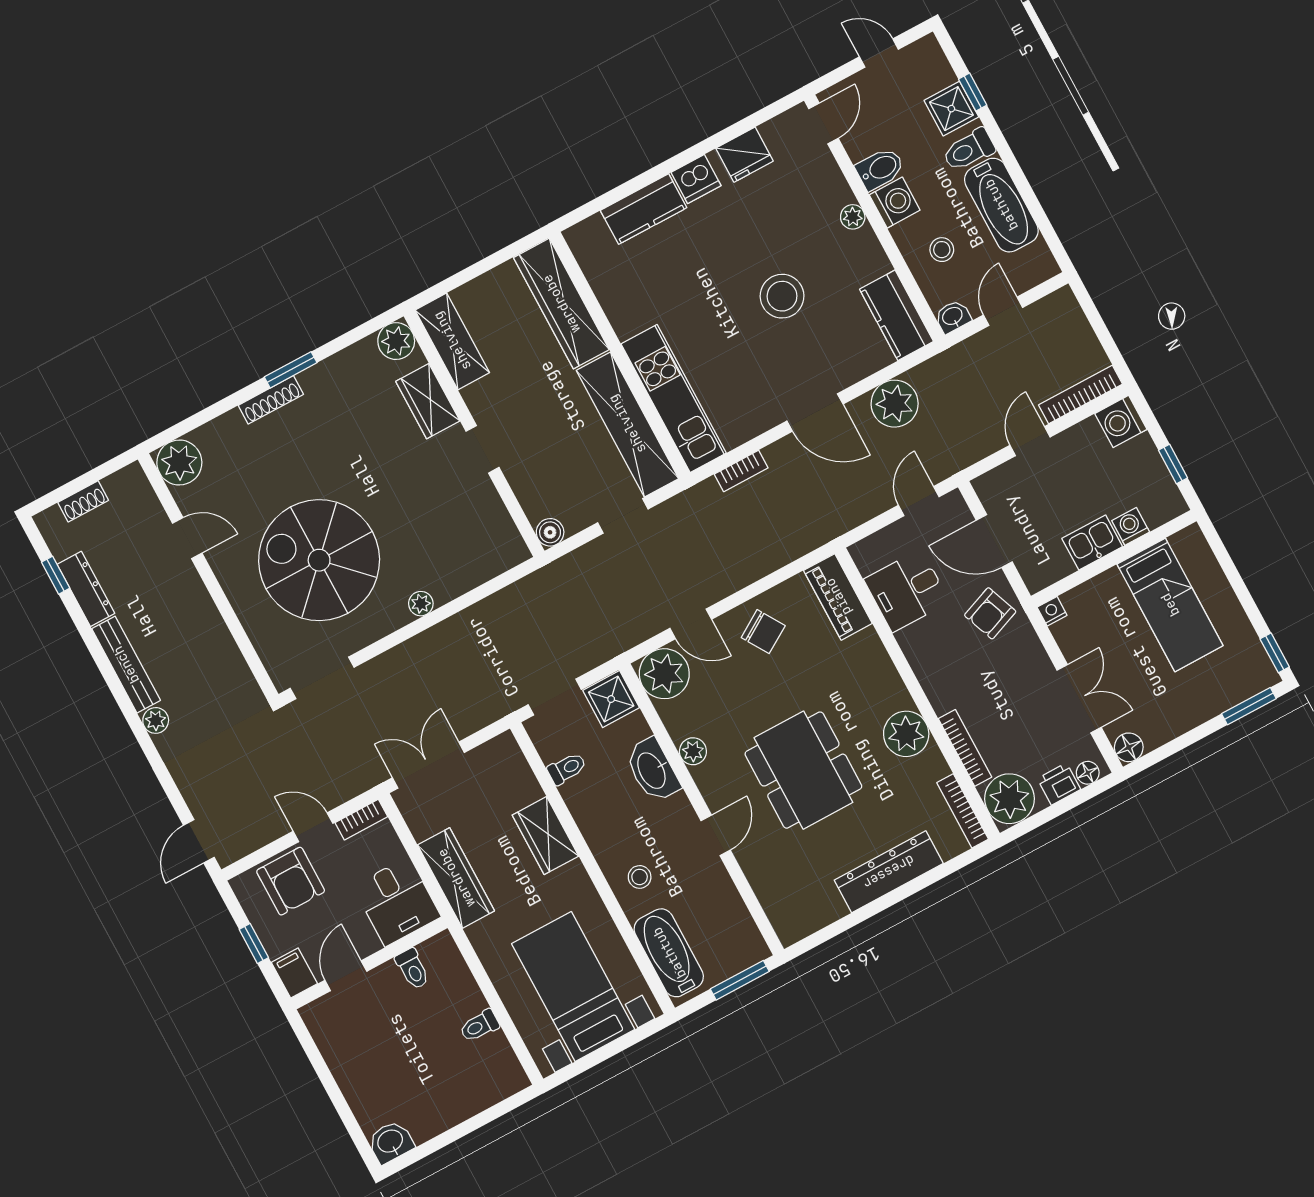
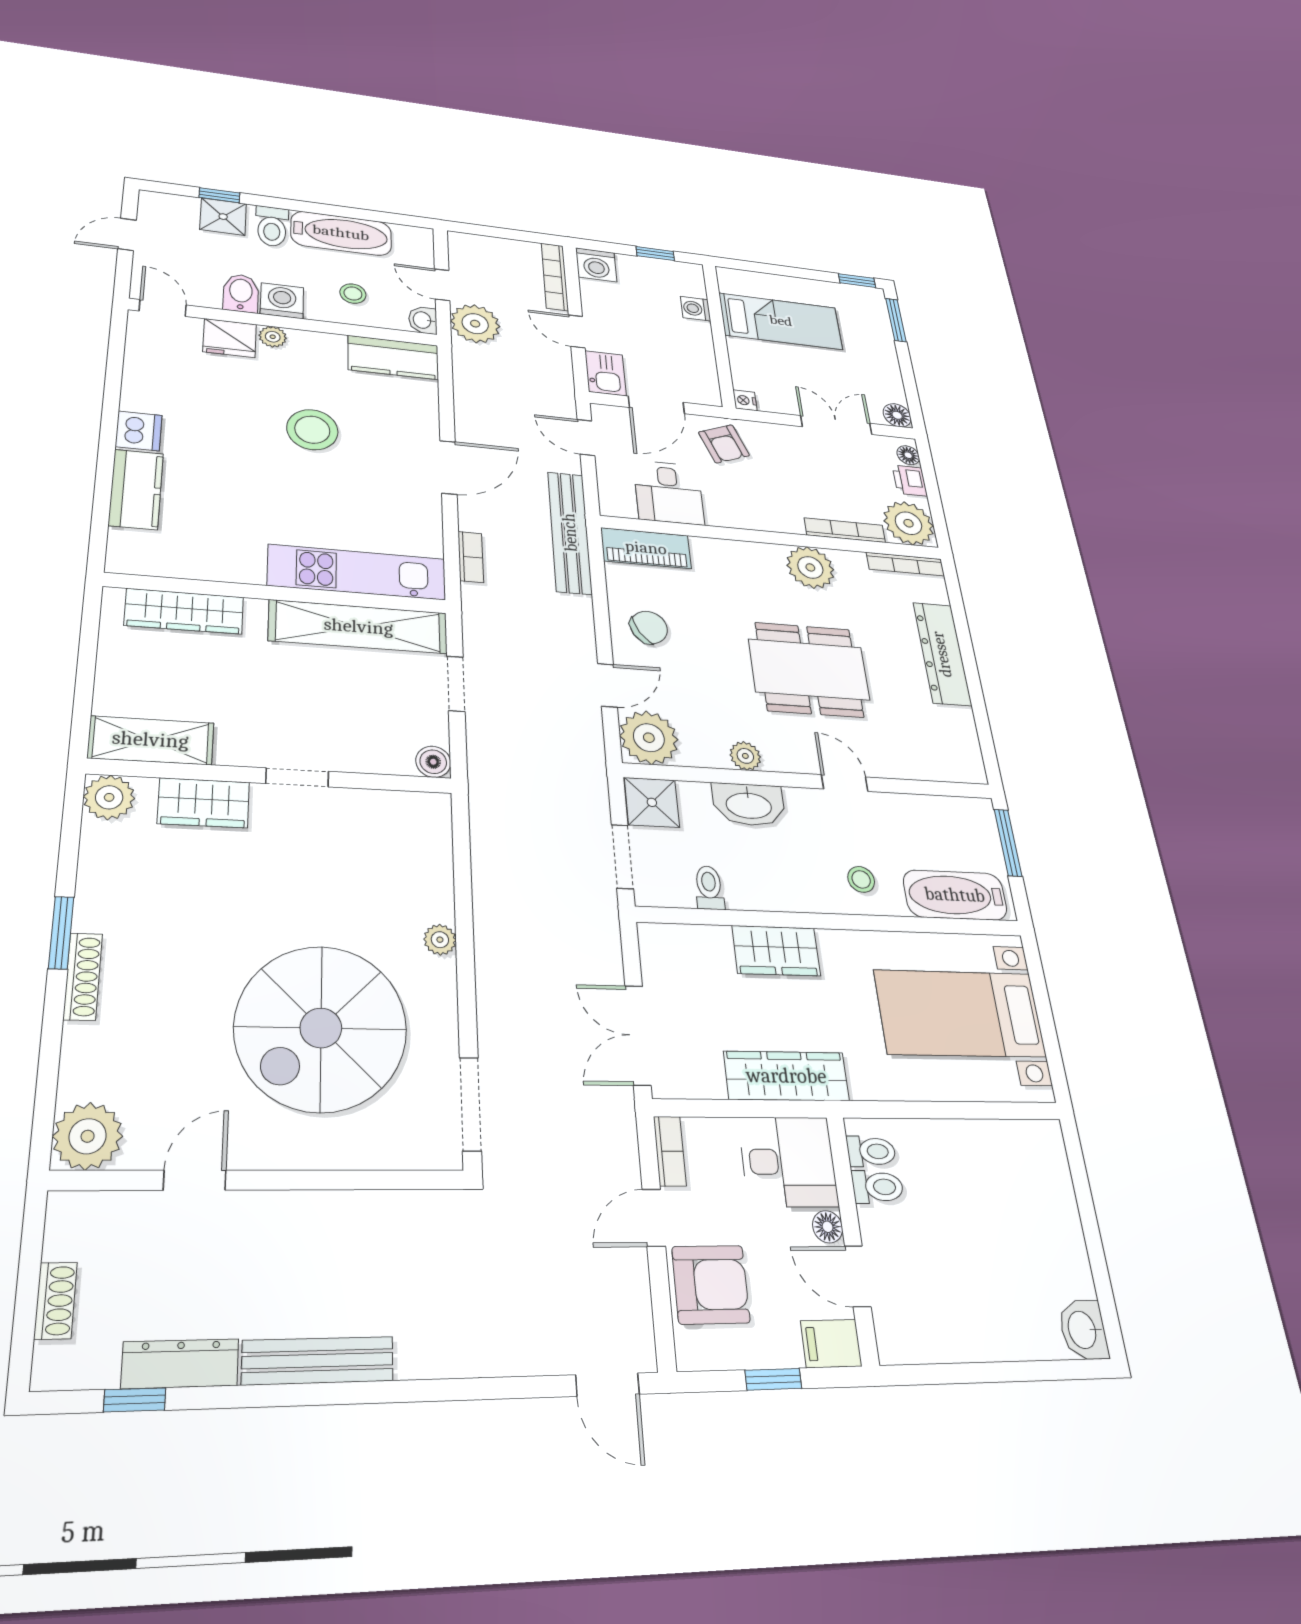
fridge: (745, 155) -> (230, 338), moved, turned 90
wardrobe: (561, 304) -> (184, 611), width x0.71, depth x0.85
plant: (895, 404) -> (475, 324), moved
bench: (814, 532) -> (570, 532), added
kitchen sink: (1092, 542) -> (605, 373), moved, turned 180
plant: (156, 720) -> (416, 1359), removed
floor lamp: (368, 944) -> (828, 1227), added
toilet: (479, 1026) -> (871, 1151), moved, turned -90

